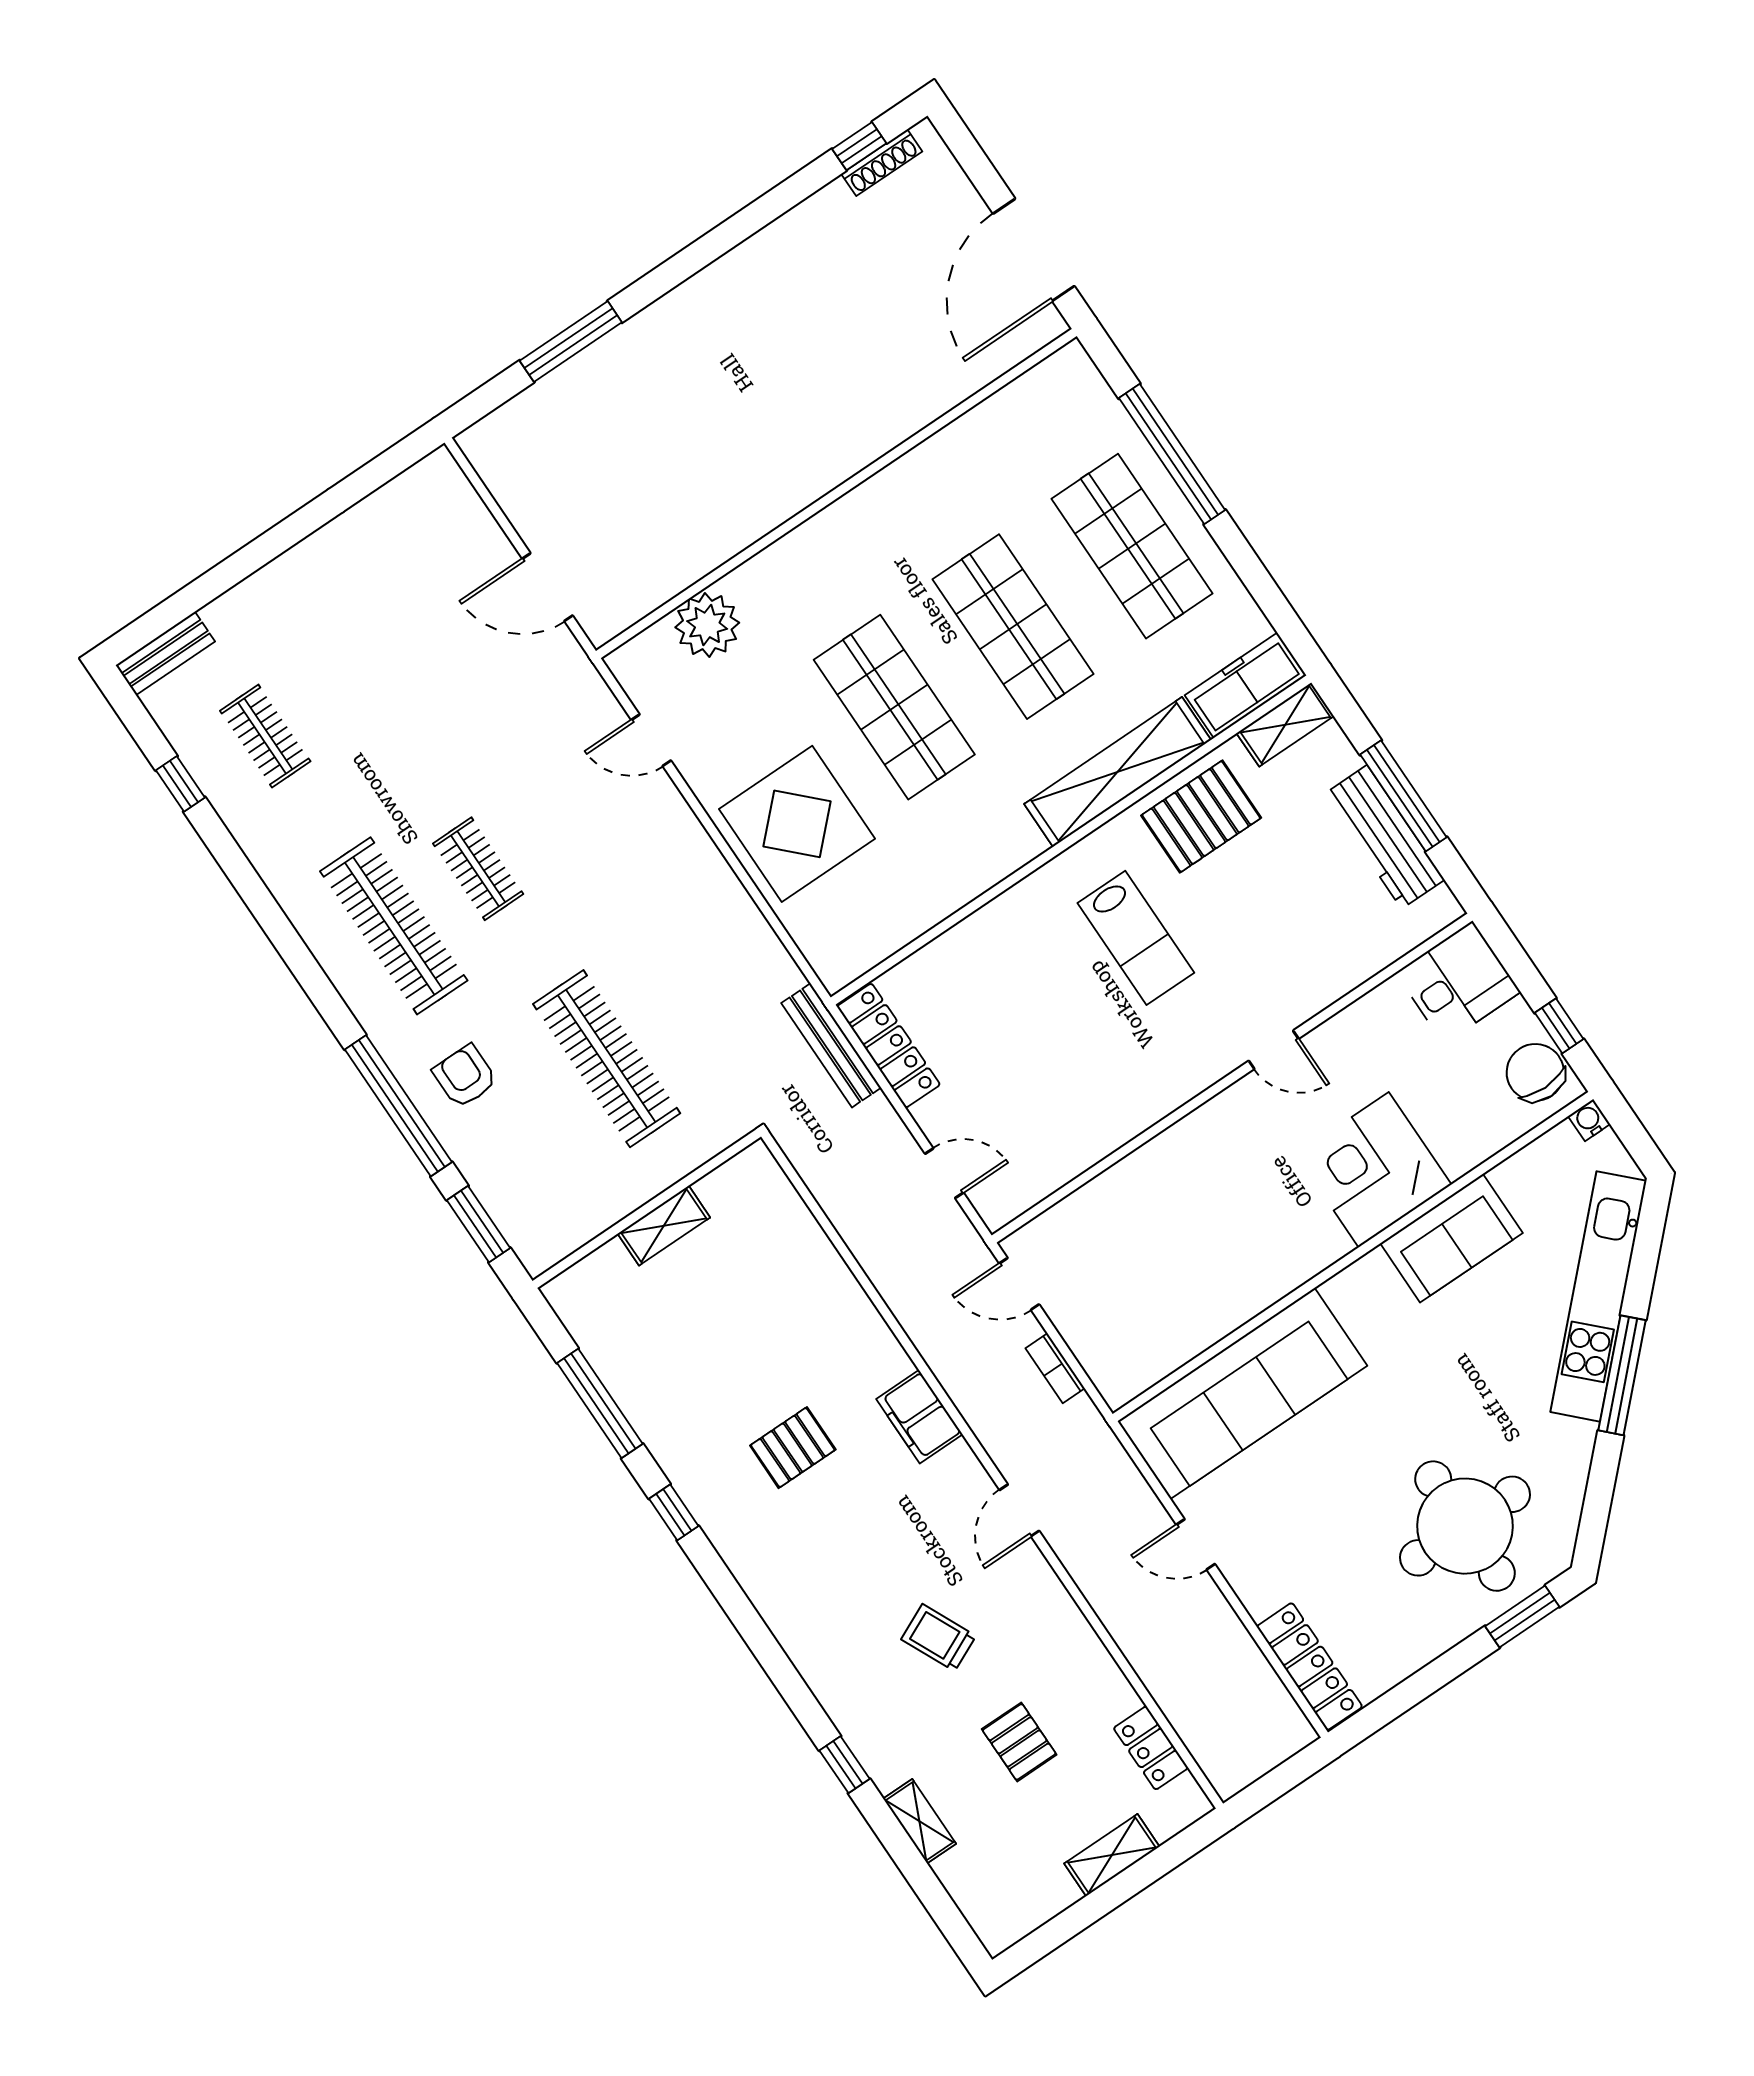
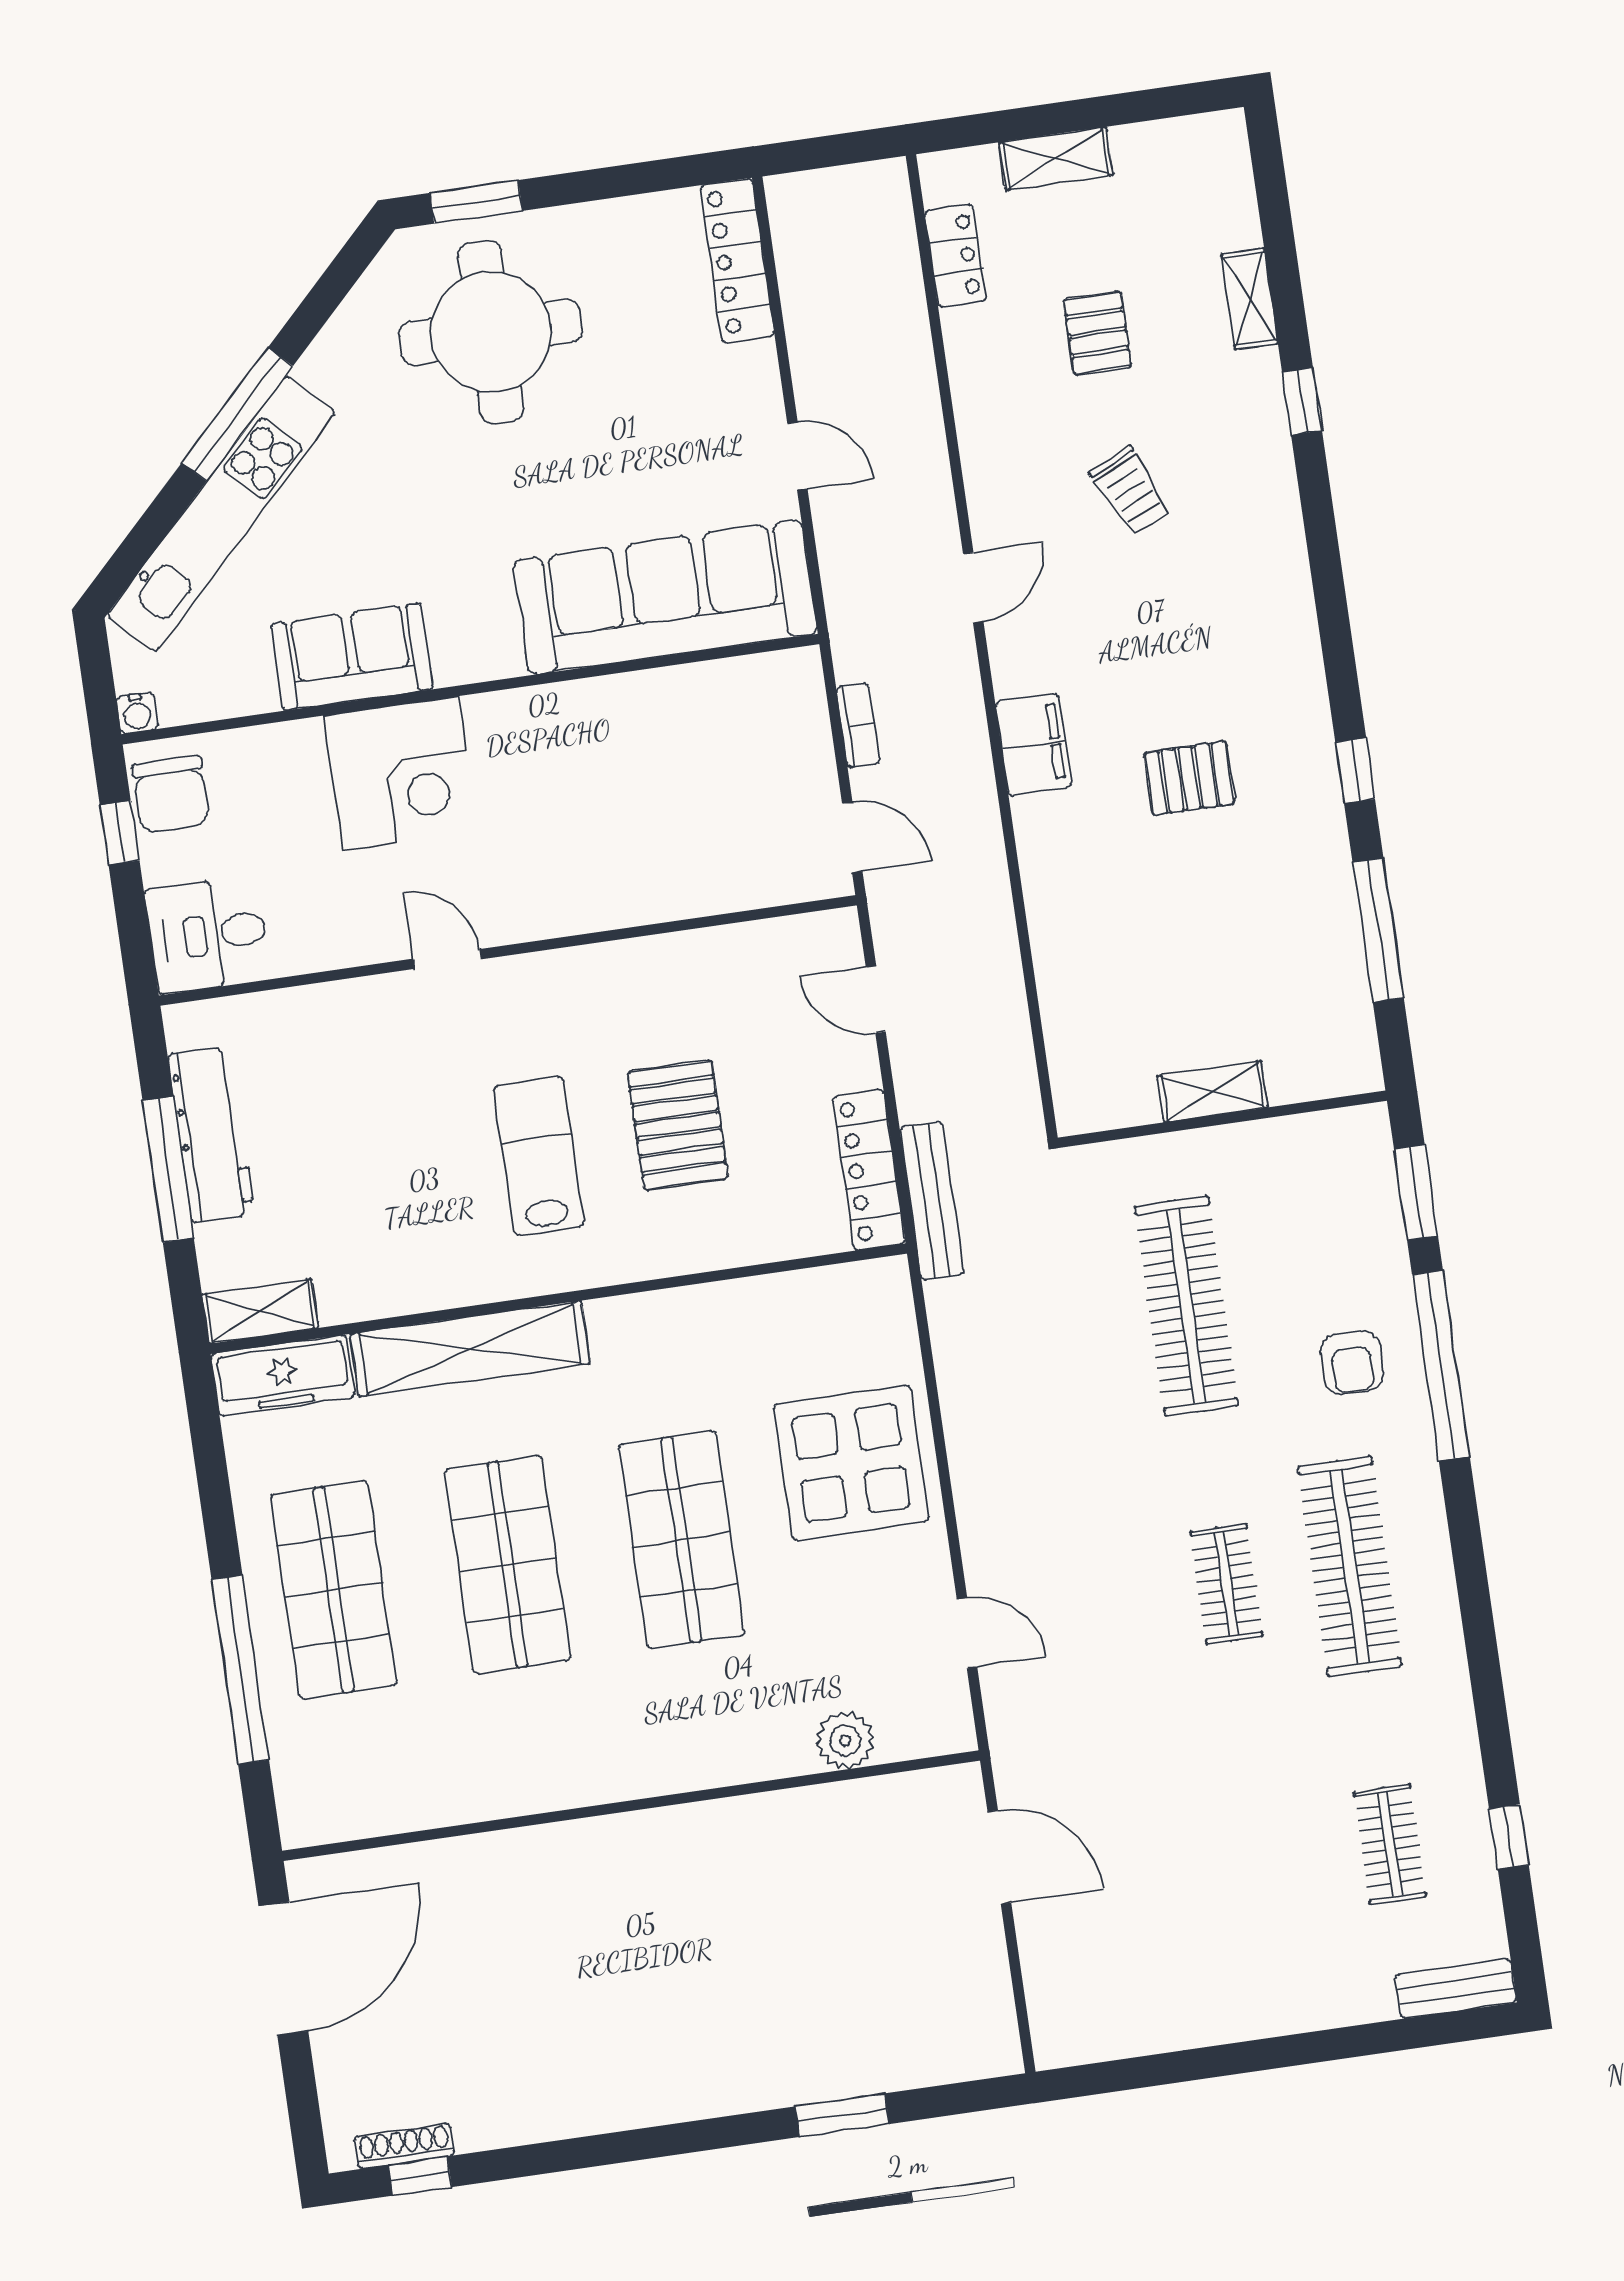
window: (571, 341) -> (842, 2115), width x0.69
plant: (707, 625) -> (845, 1740), width x0.73, depth x0.73
pallet: (1201, 817) -> (678, 1125), moved, turned 90

